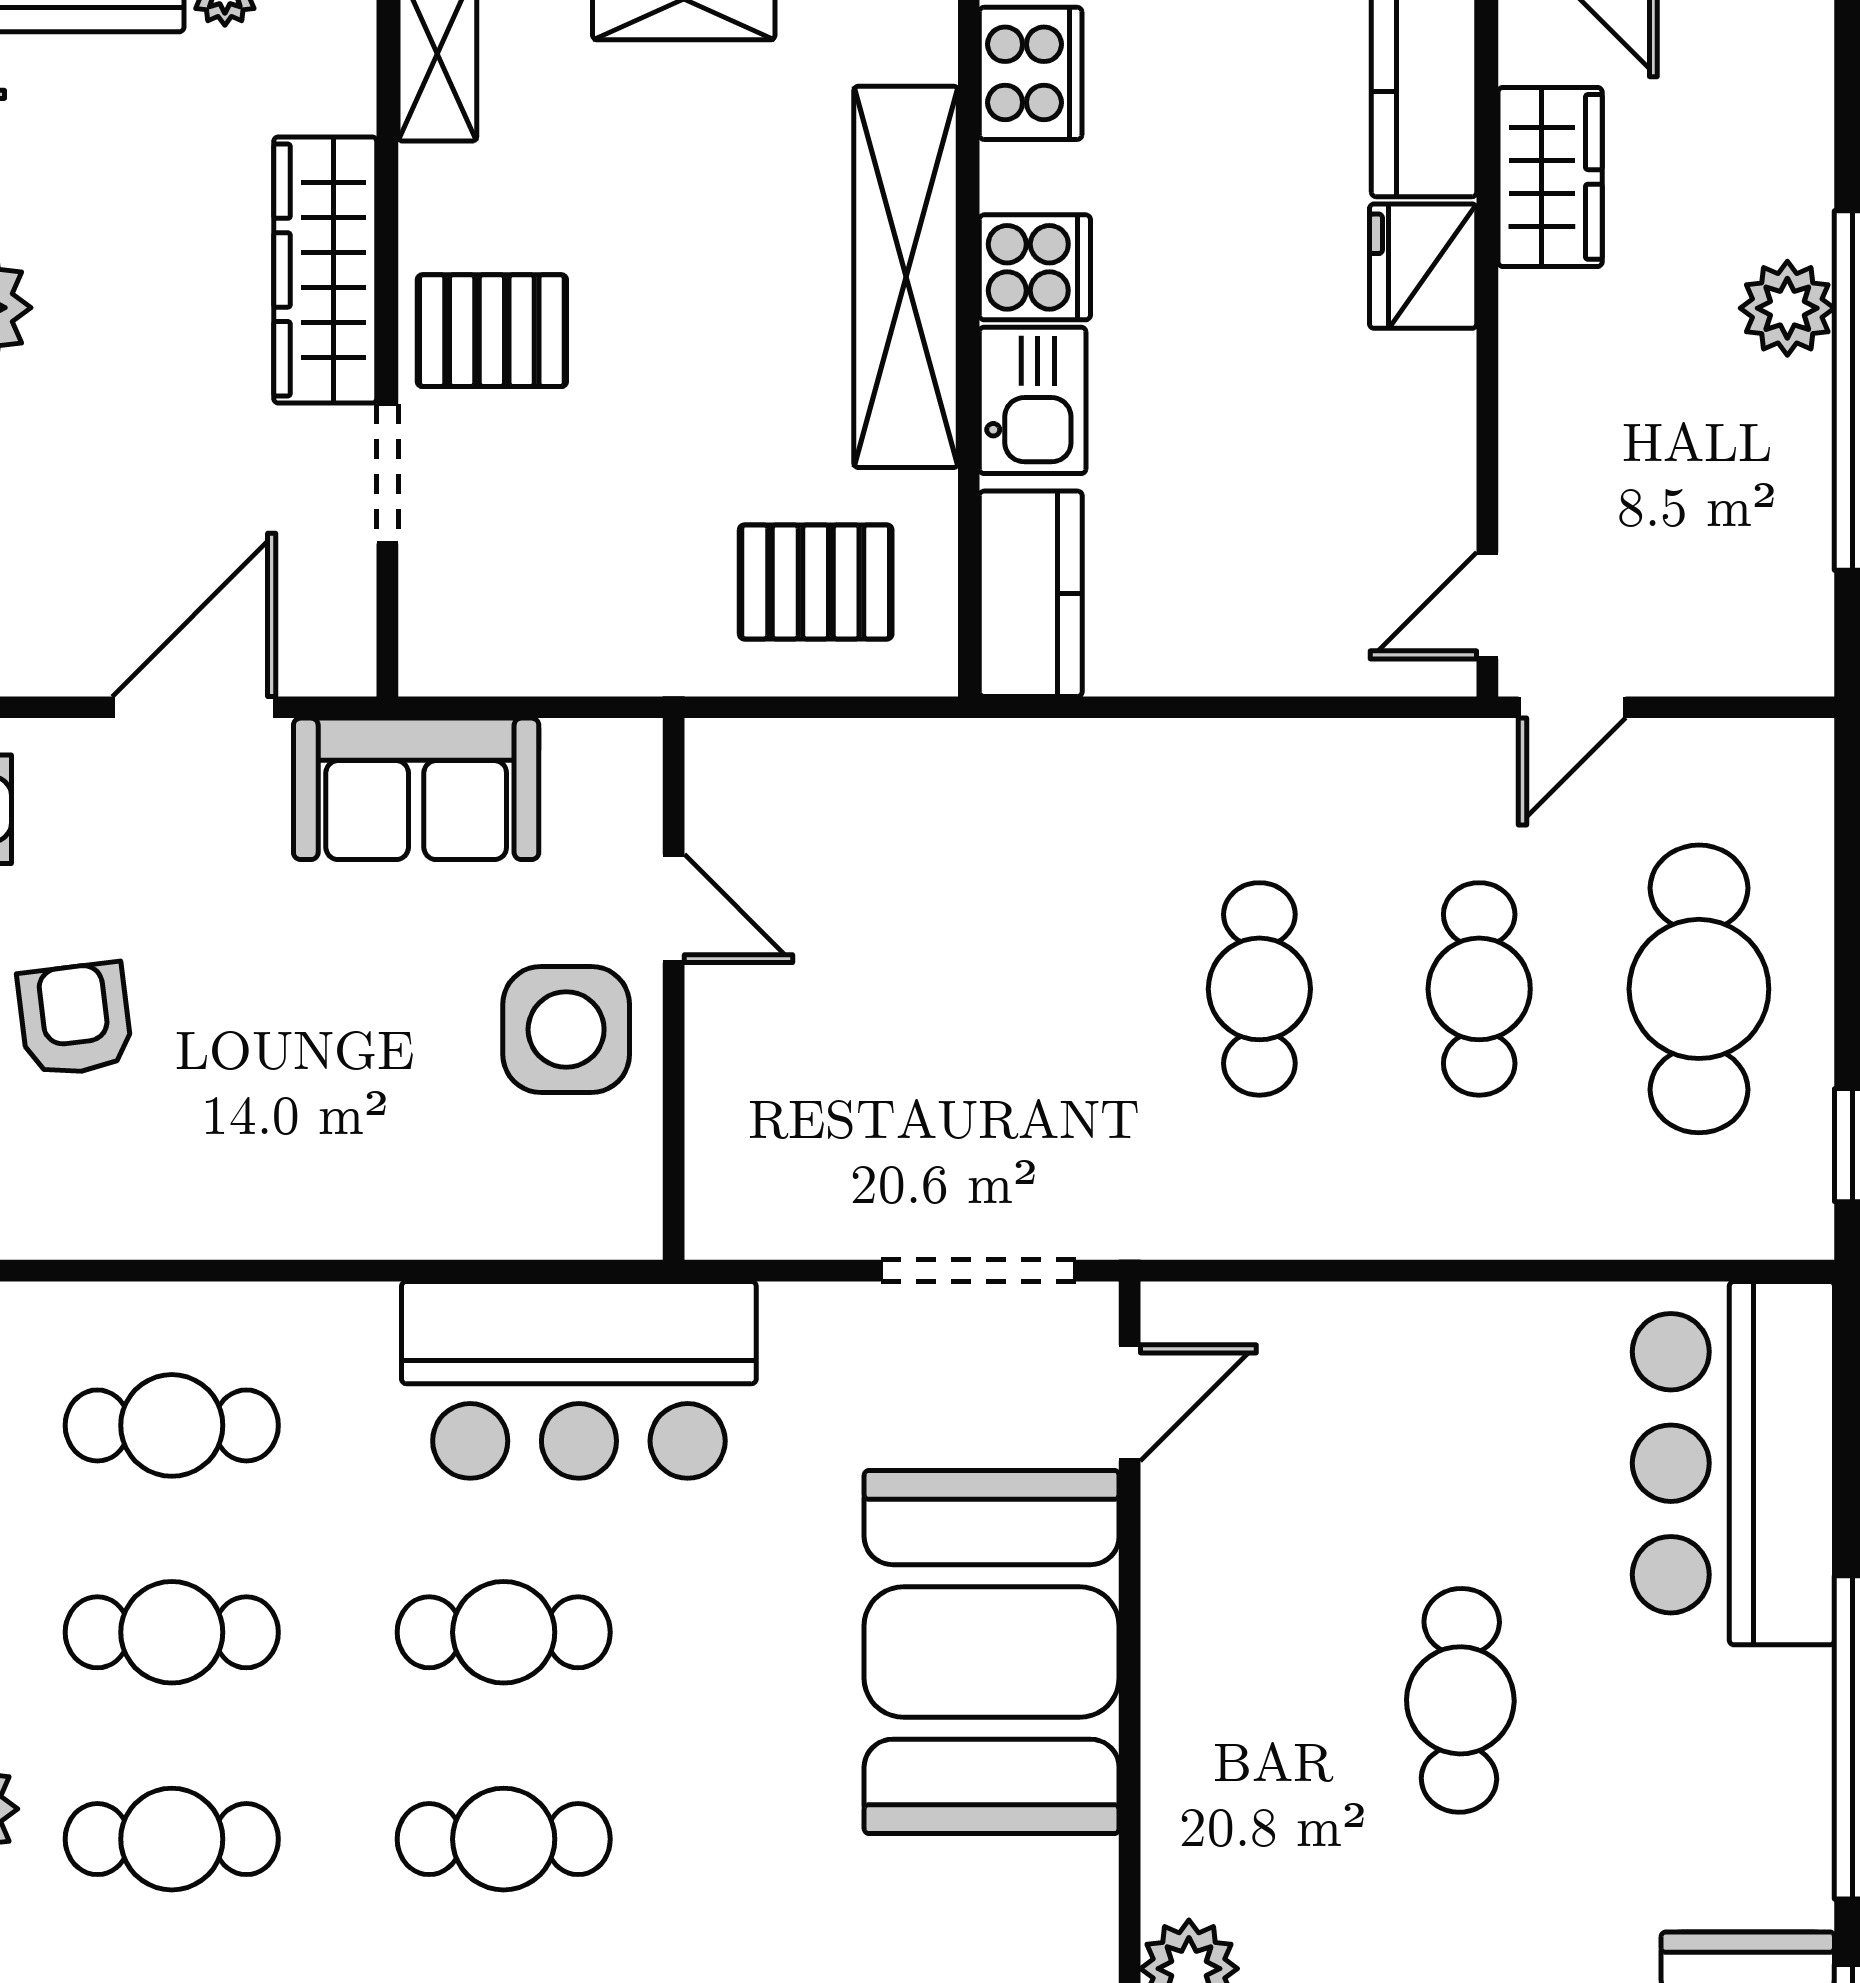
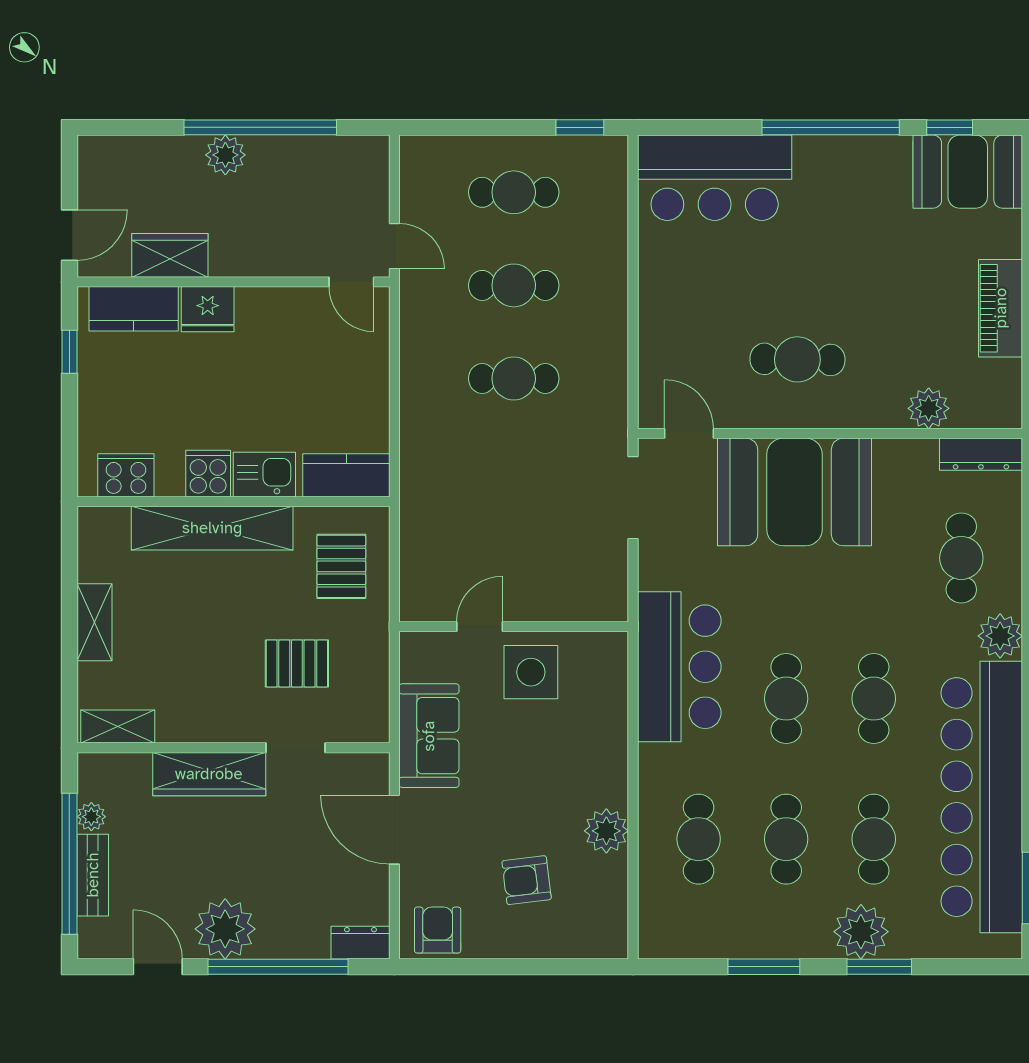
pallet: (492, 331) -> (297, 663), moved, turned 90
cafe table: (1699, 989) -> (514, 192), width x0.73, depth x0.74
plant: (191, 1207) -> (606, 831), added
cafe table: (1460, 1700) -> (797, 359), moved

